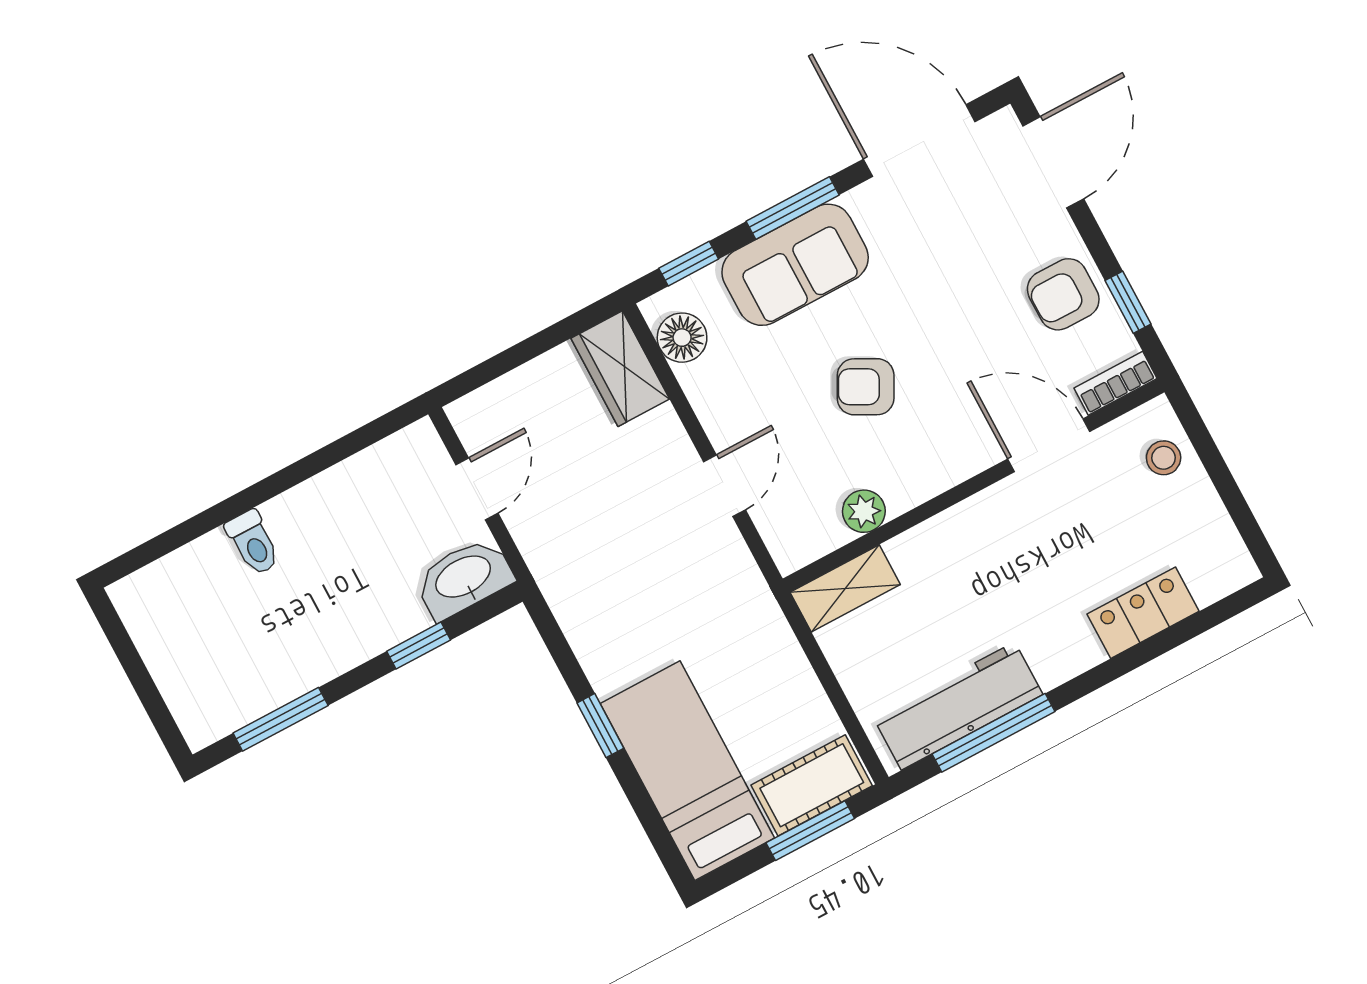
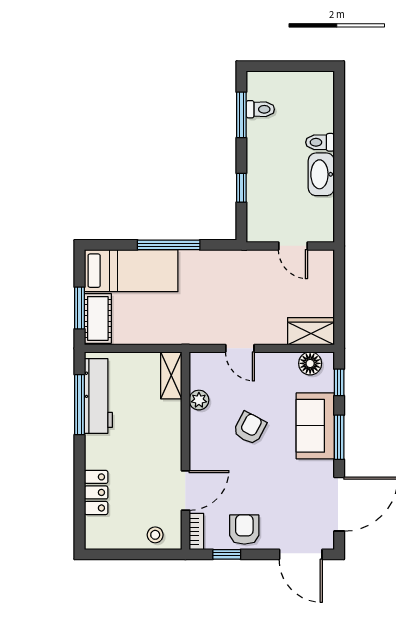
washbasin: (464, 578) -> (321, 174), moved, turned 180
toilet: (251, 689) -> (260, 109), added
window: (600, 726) -> (169, 245), width x2.17

